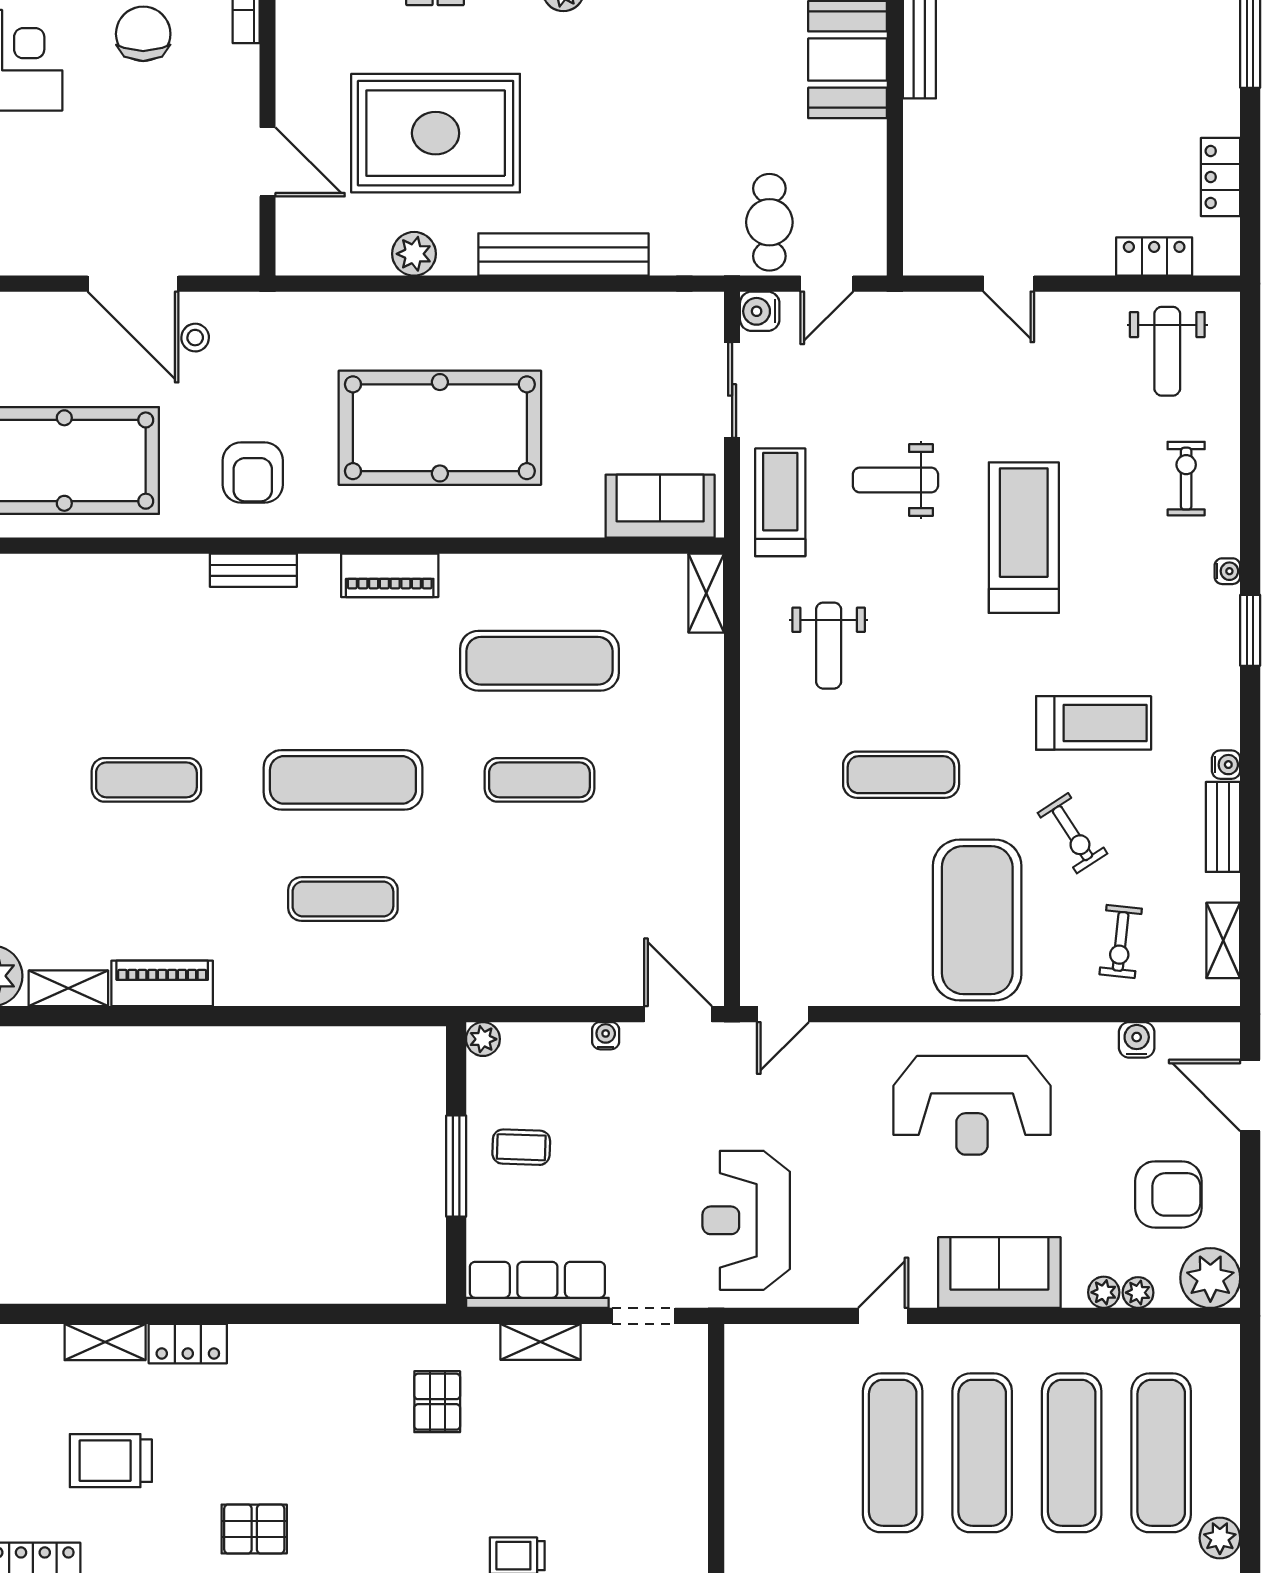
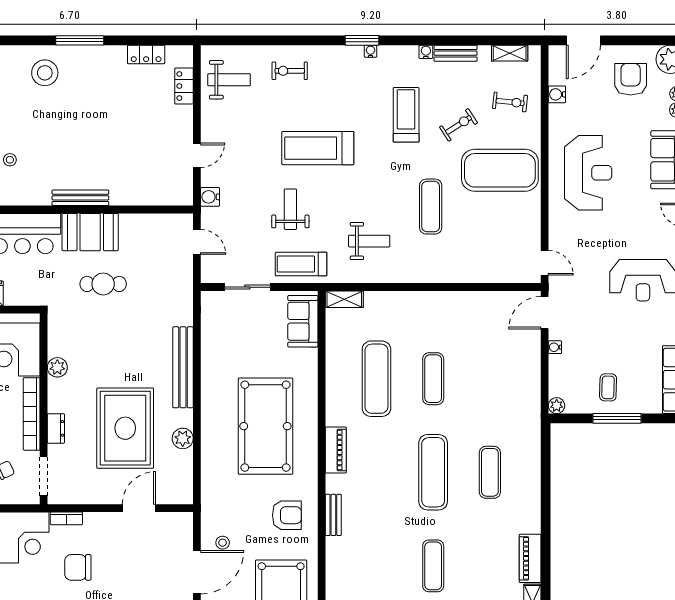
cafe table: (769, 222) -> (103, 284), moved
water cooler: (760, 311) -> (210, 197), moved, turned 90
weight bench: (895, 480) -> (290, 209), turned 180
water cooler: (1227, 571) -> (371, 51), moved

